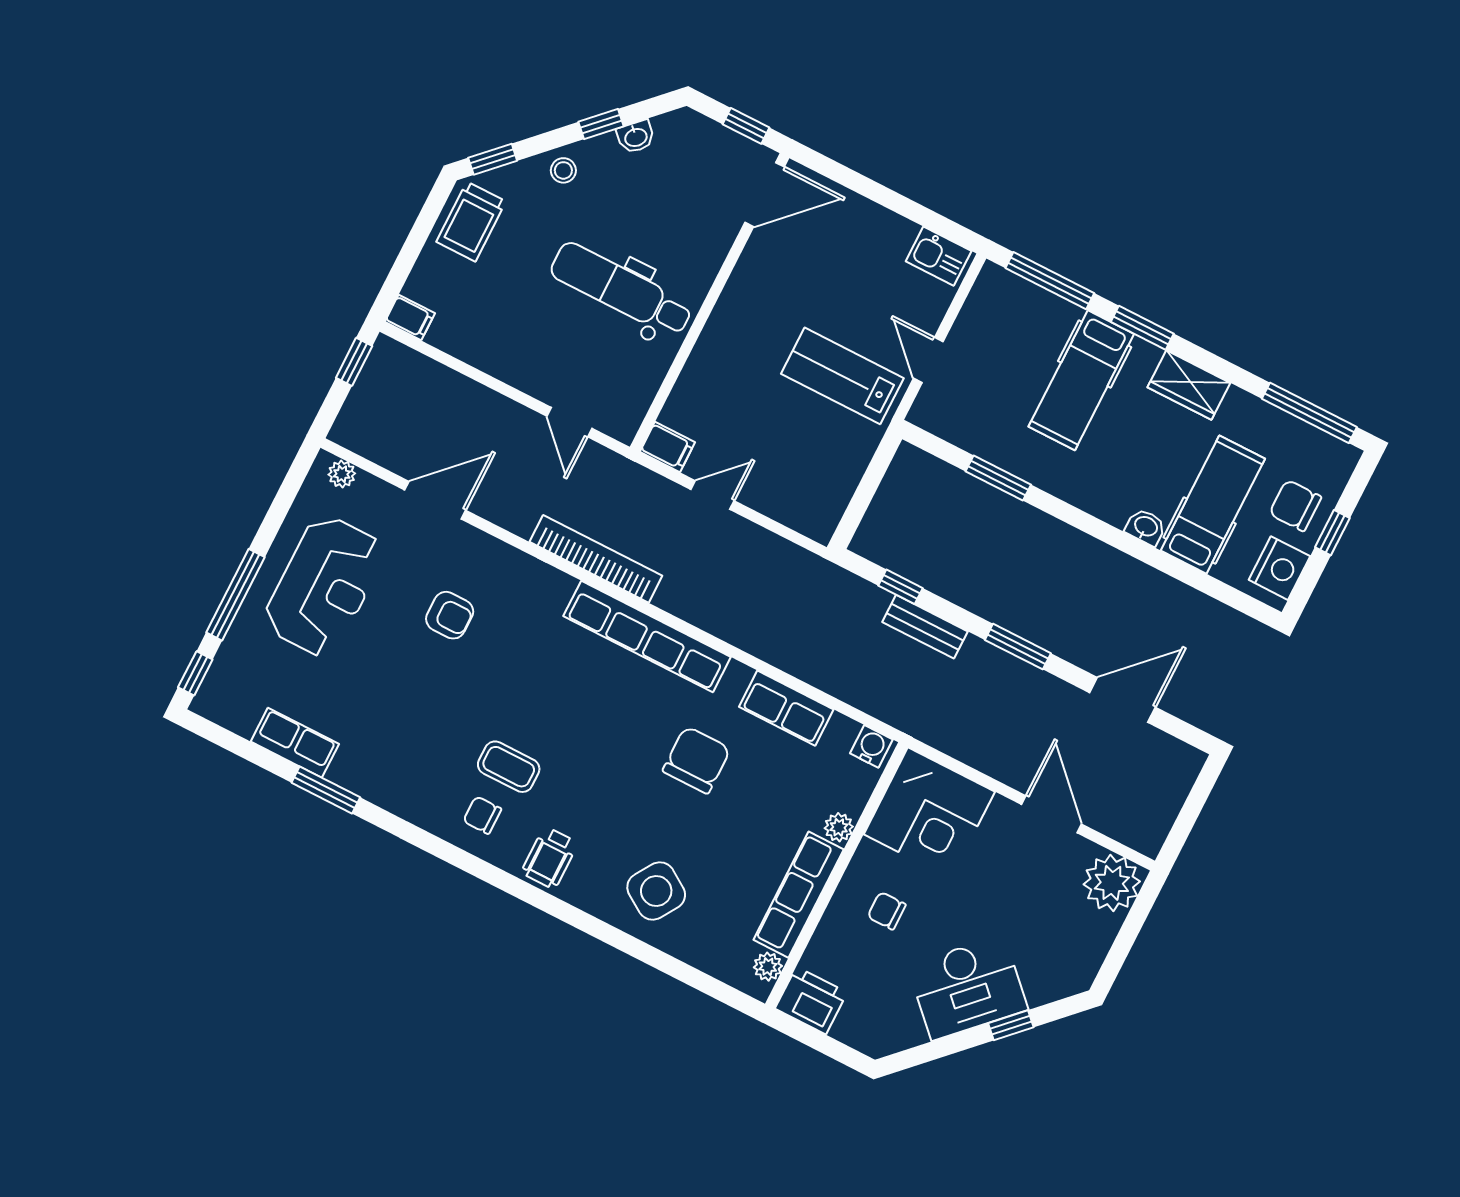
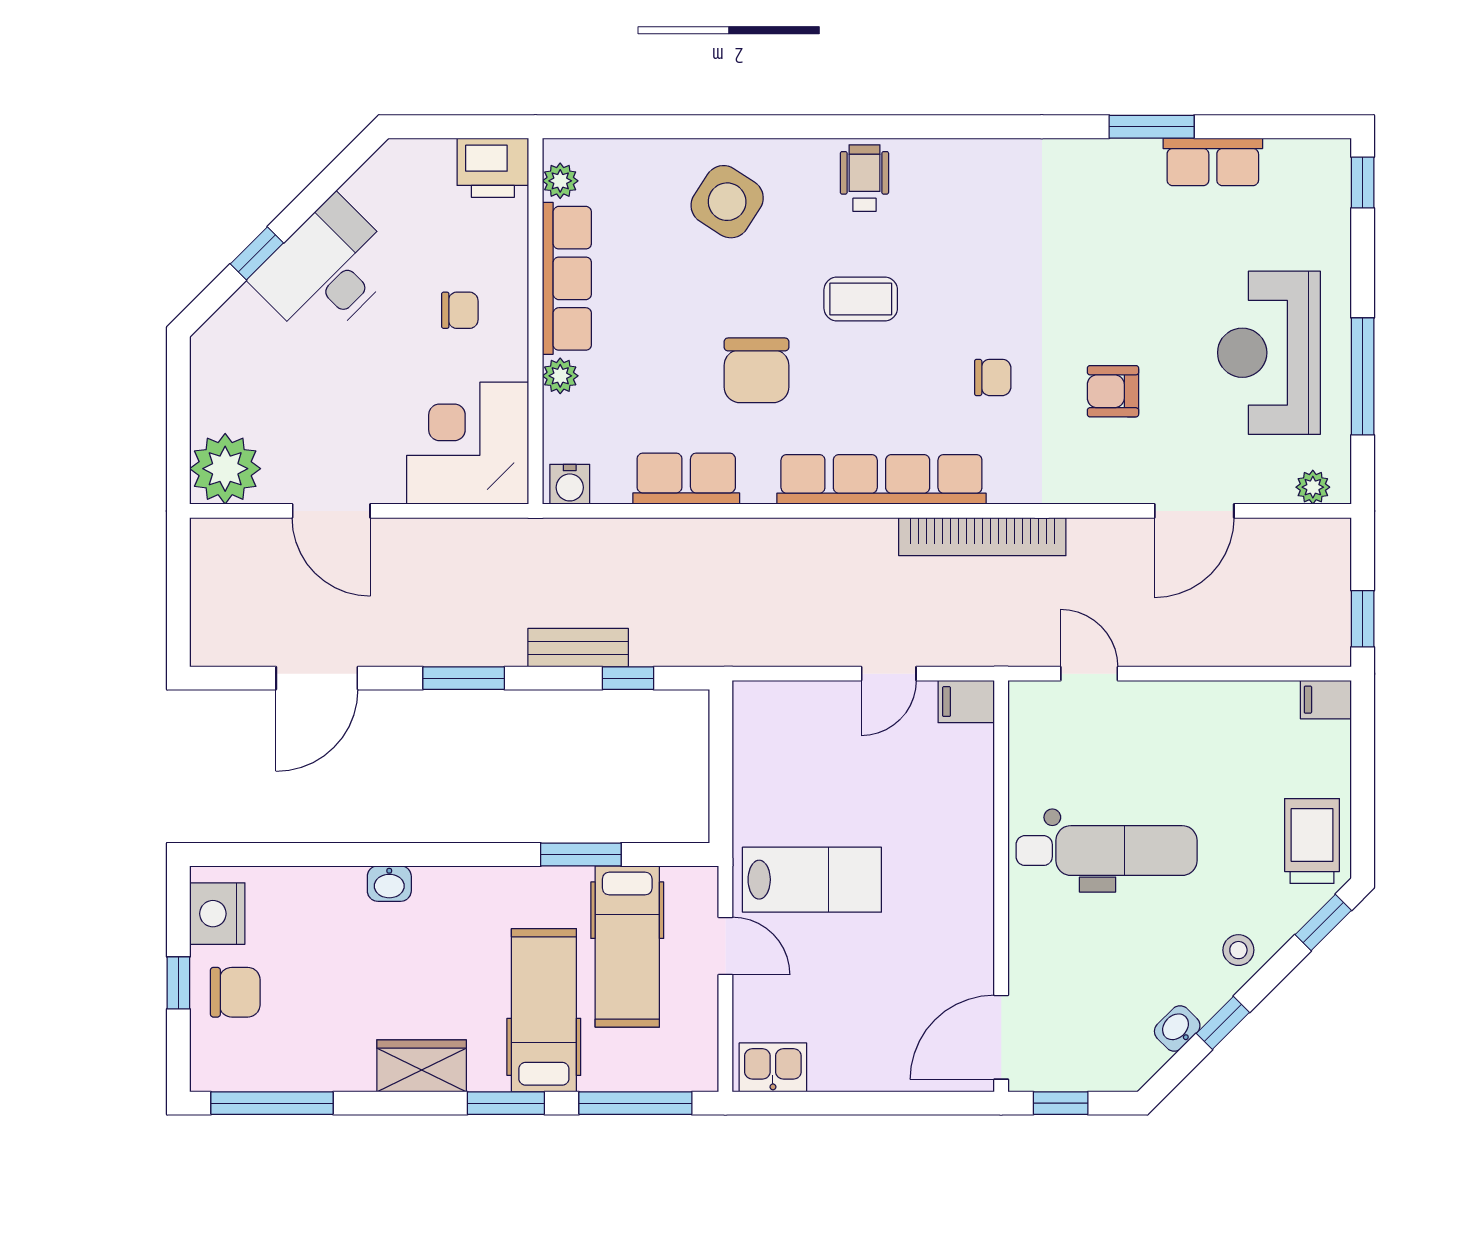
hospital bed: (1213, 505) -> (627, 946), moved
window: (235, 595) -> (1363, 376), moved
coffee table: (509, 767) -> (861, 299), moved
chair: (482, 815) -> (993, 377), moved

